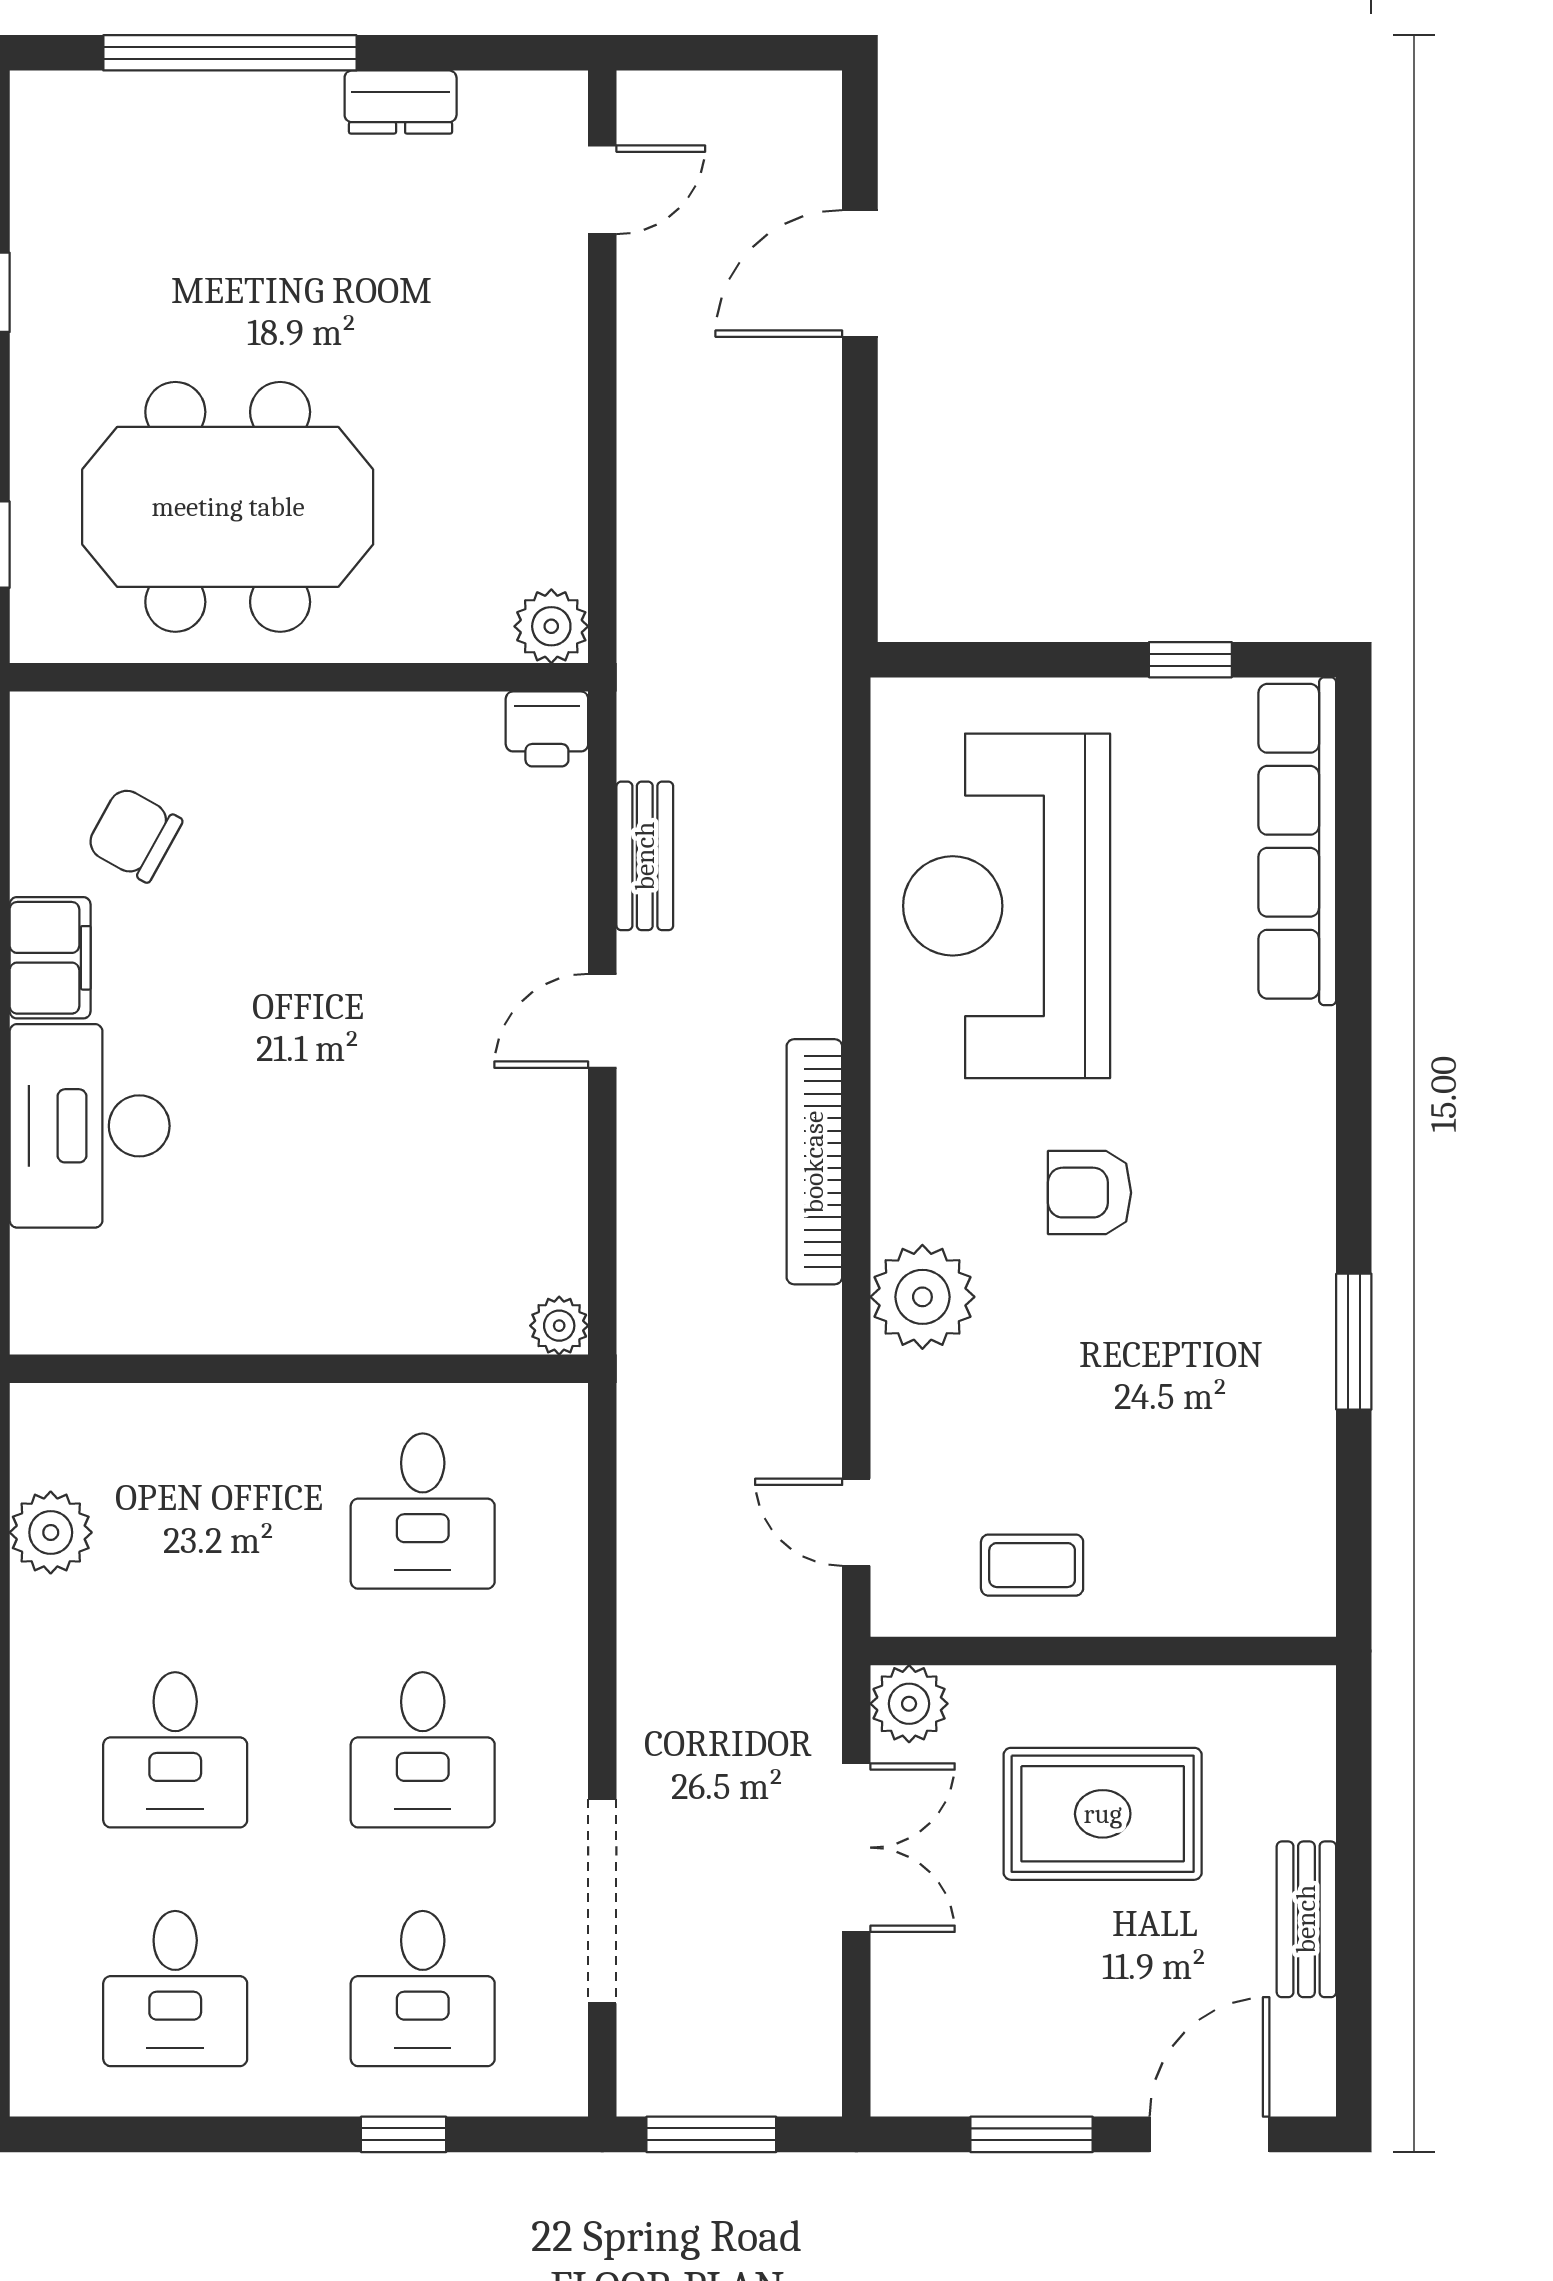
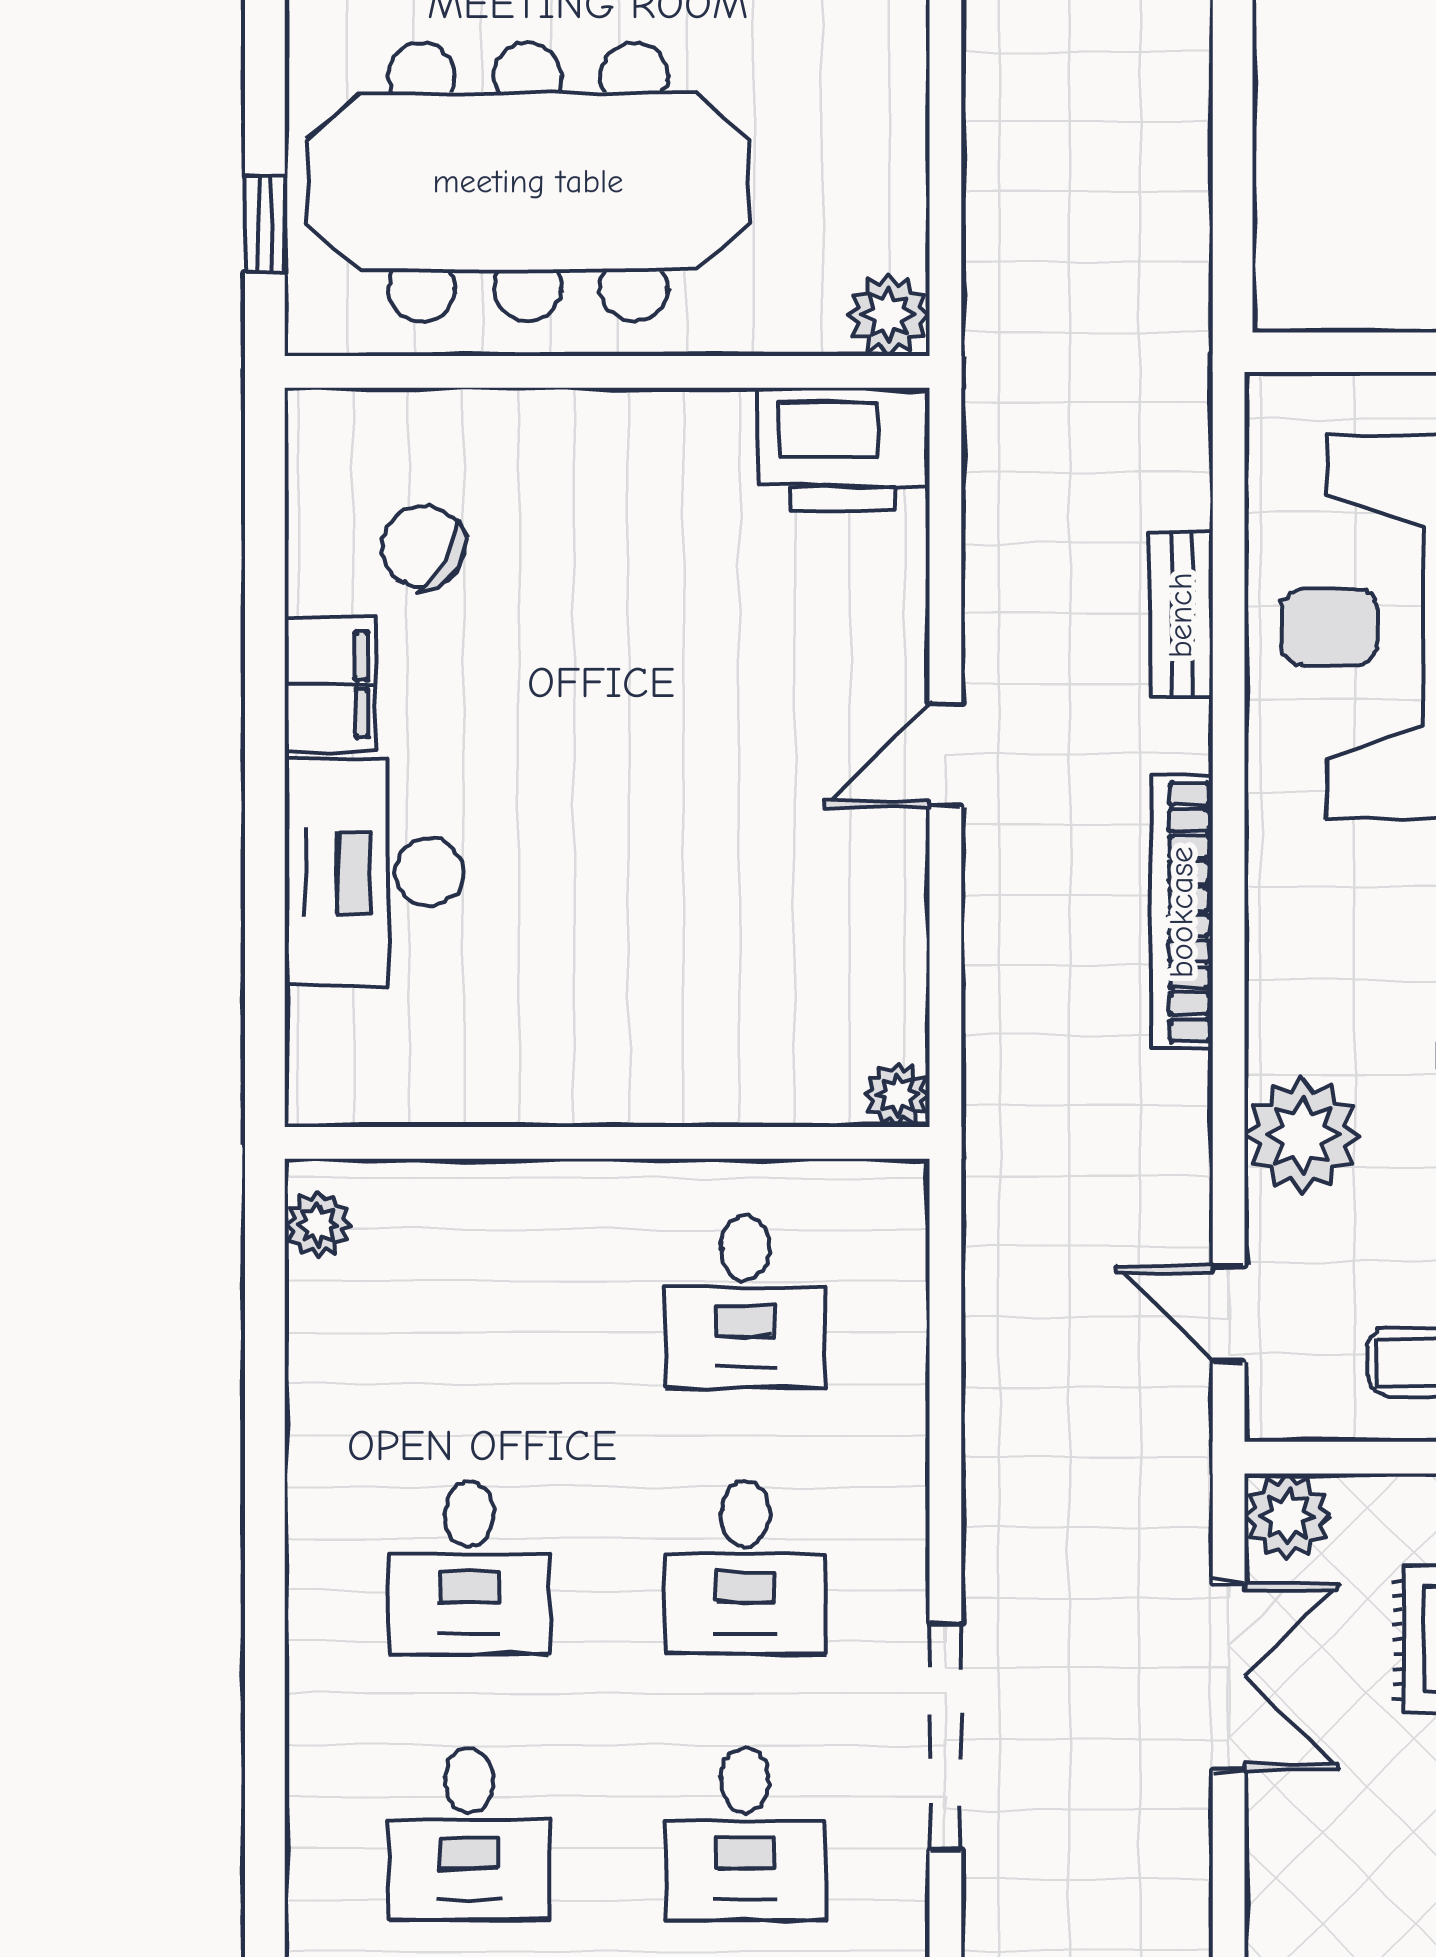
meeting table: (228, 507) -> (528, 182), width x1.36
printer: (547, 729) -> (844, 450), width x1.87, depth x1.48
bench: (645, 856) -> (1181, 615), moved
plant: (922, 1297) -> (1302, 1135), moved
plant: (51, 1532) -> (318, 1225), moved, width x0.73, depth x0.73

